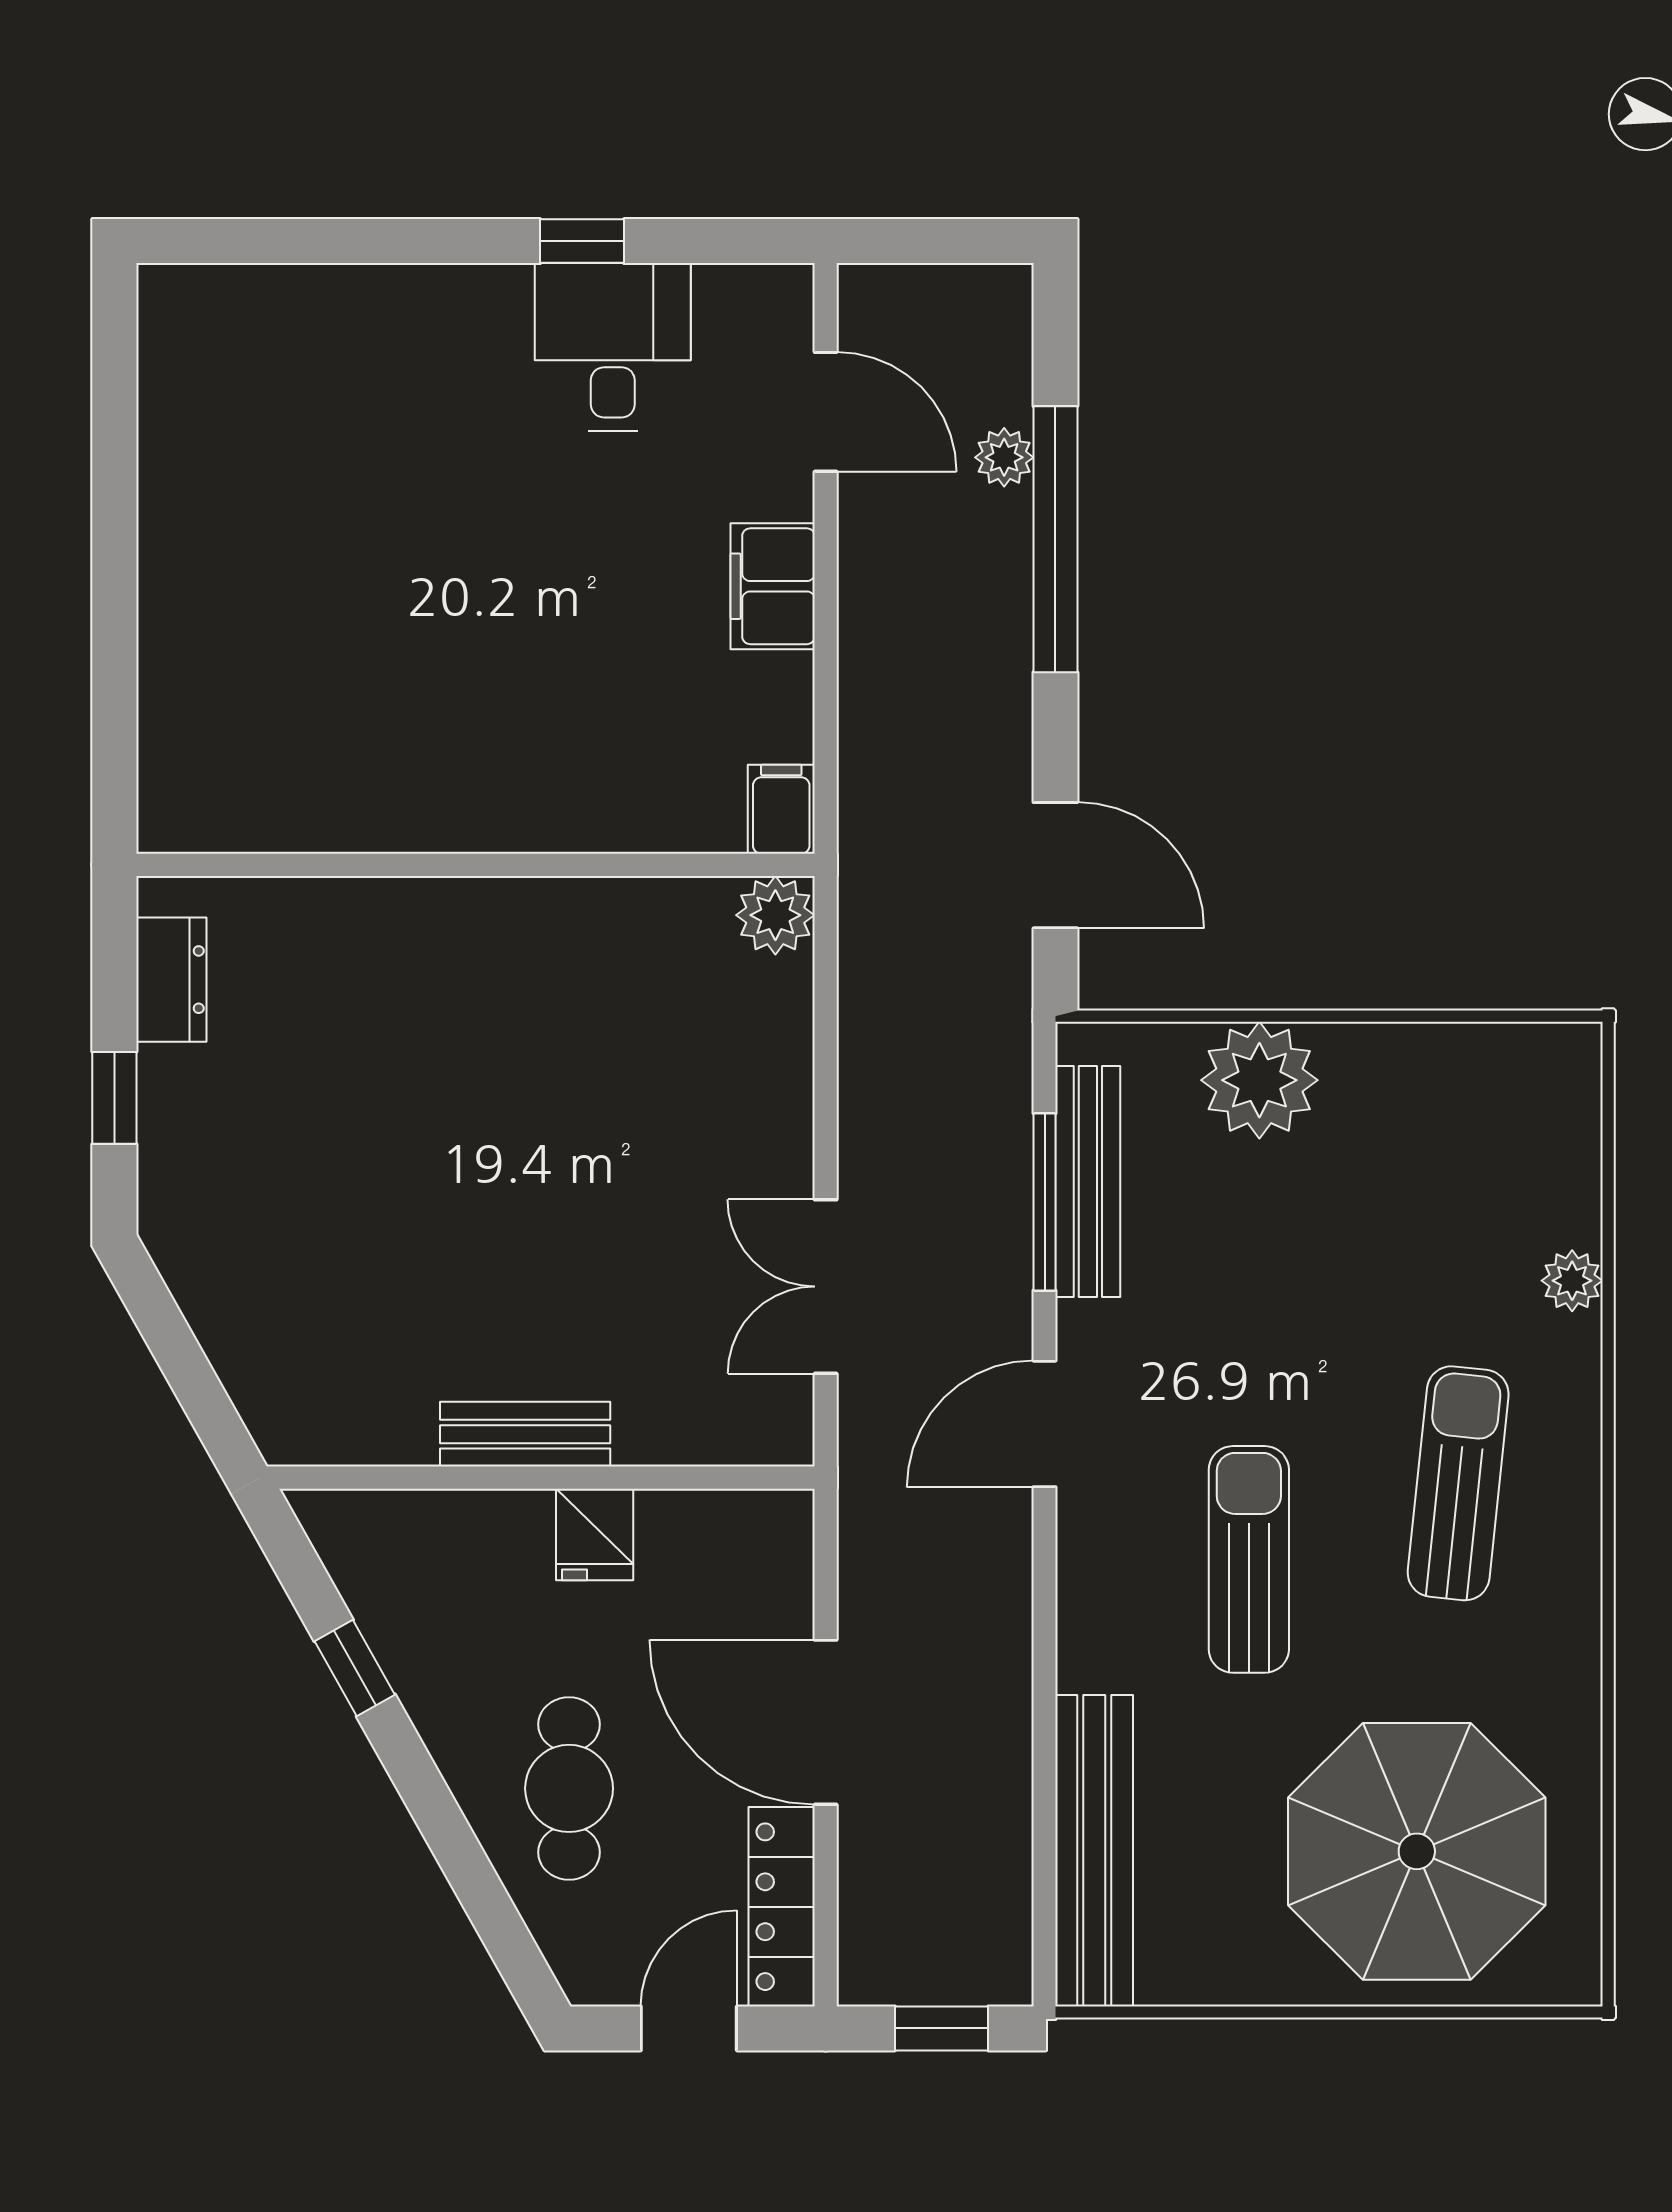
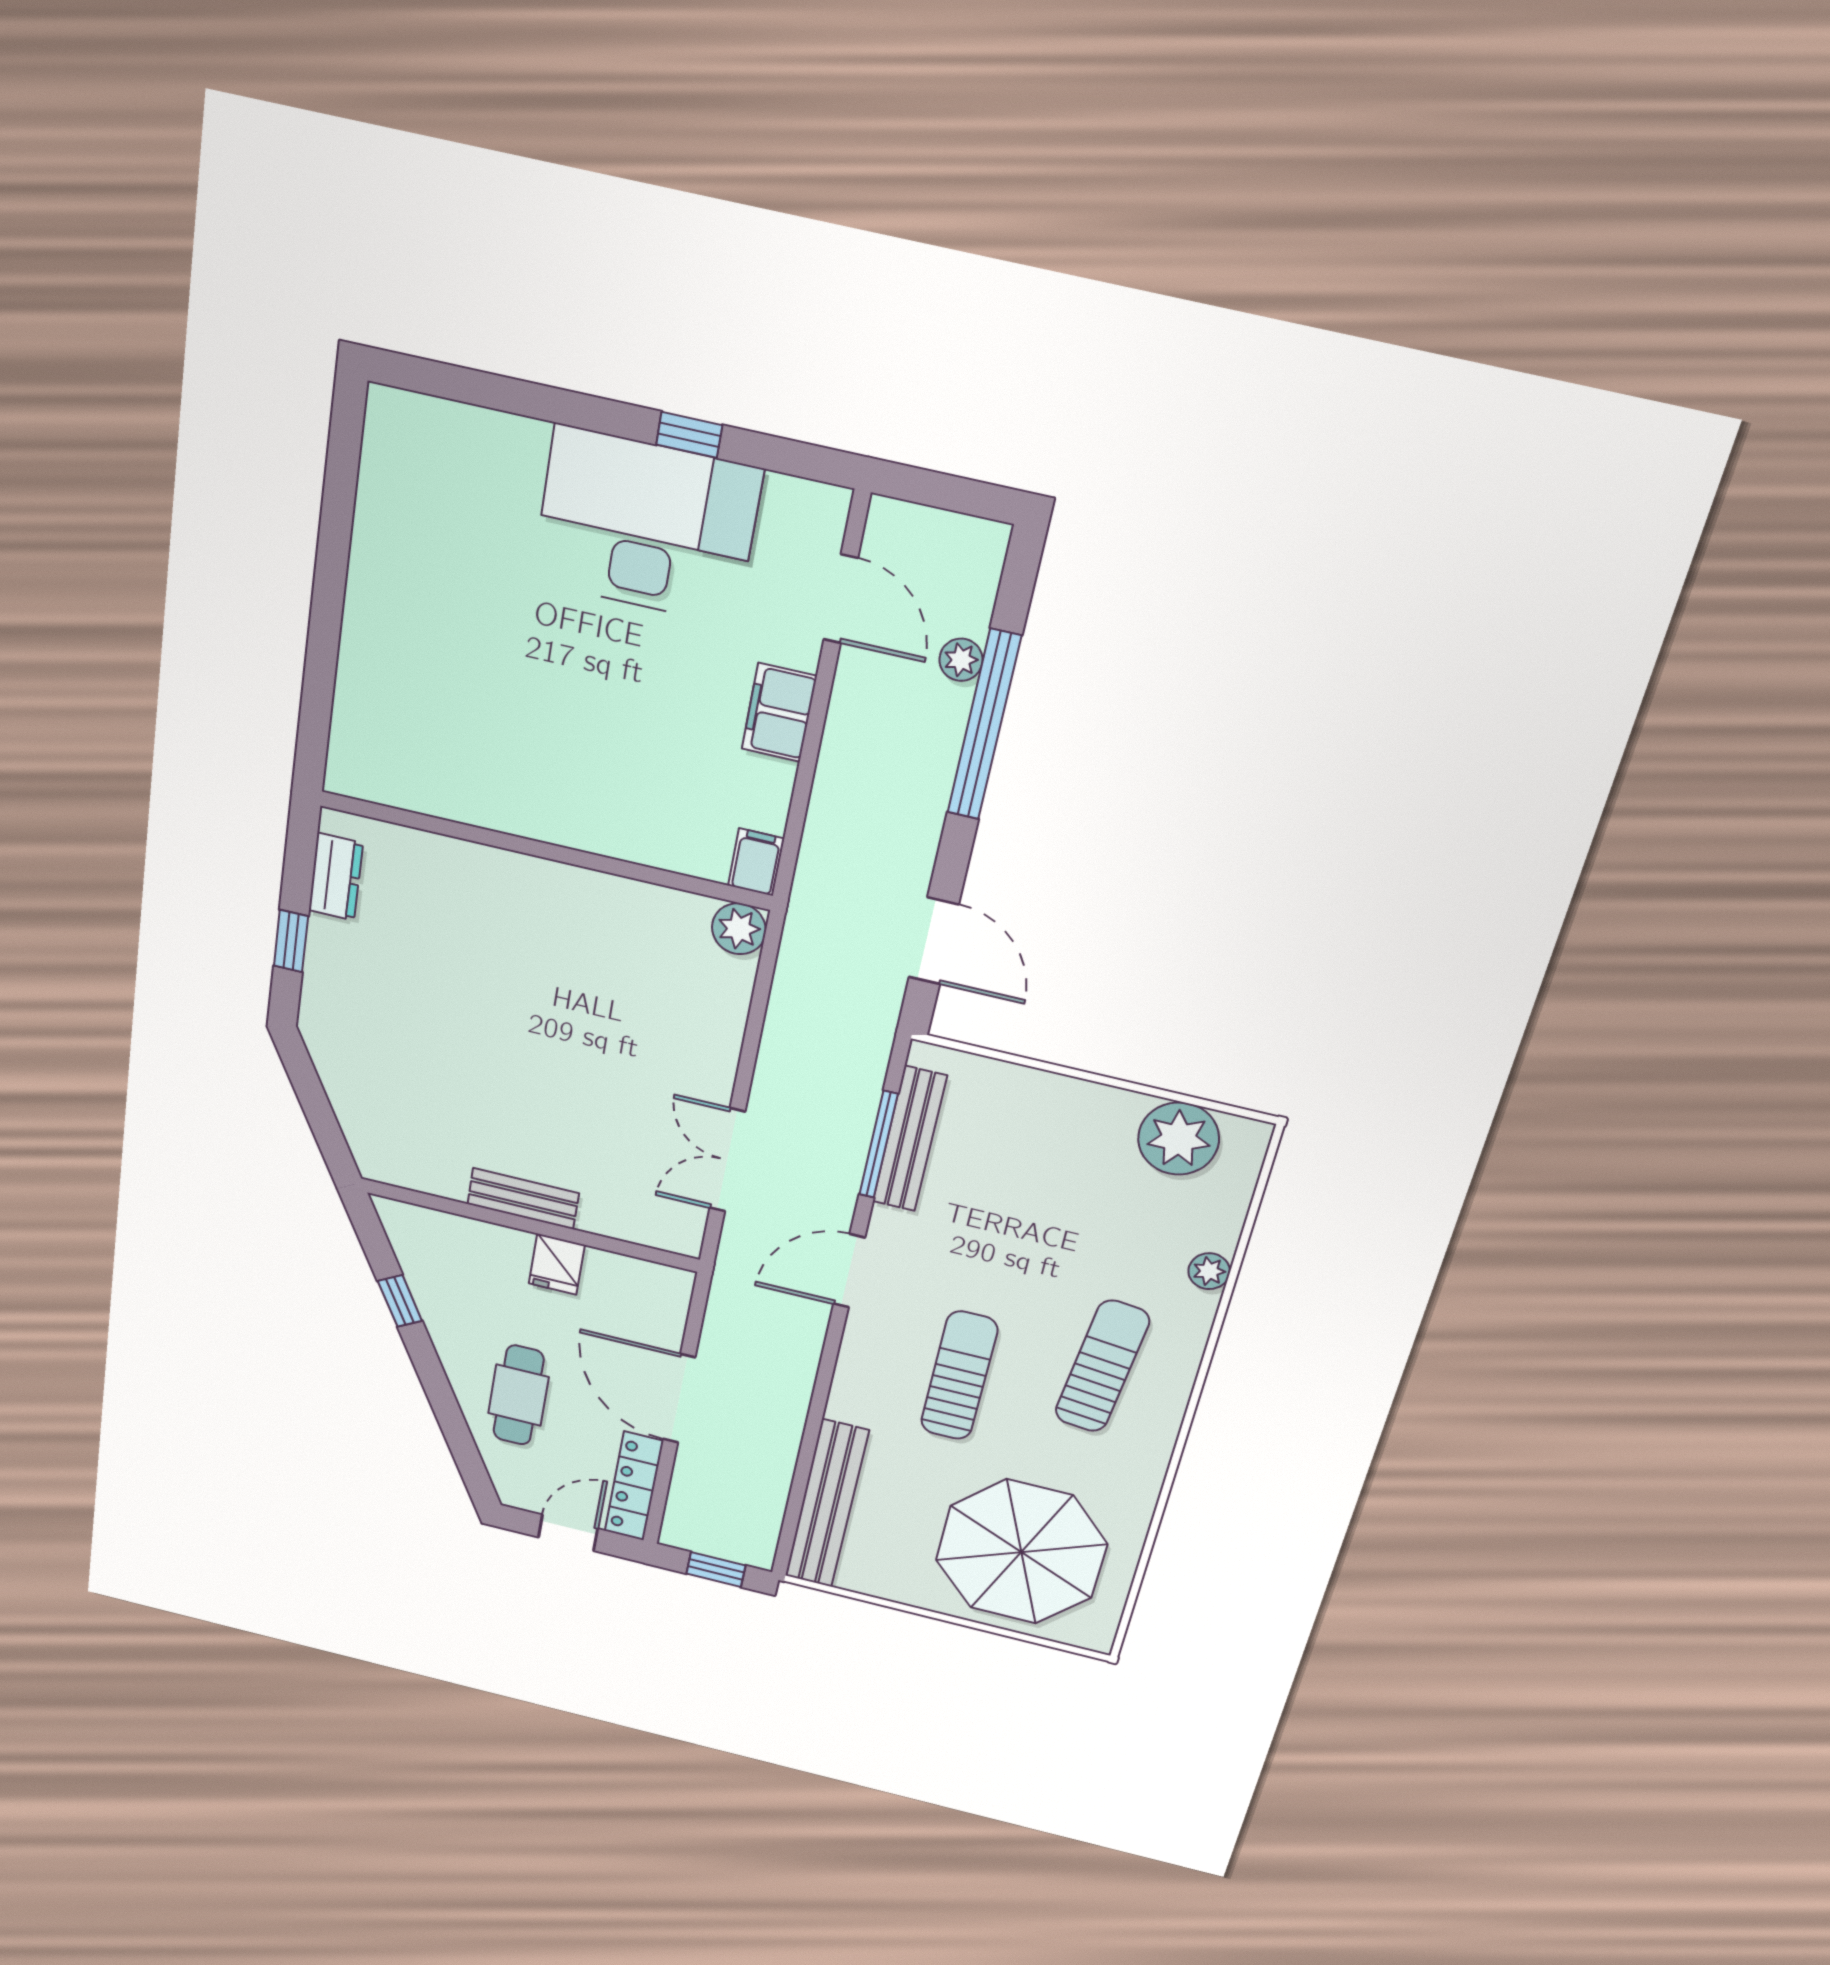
desk: (613, 347) -> (646, 526), width x1.87, depth x1.30
plant: (1259, 1080) -> (1179, 1139), moved

